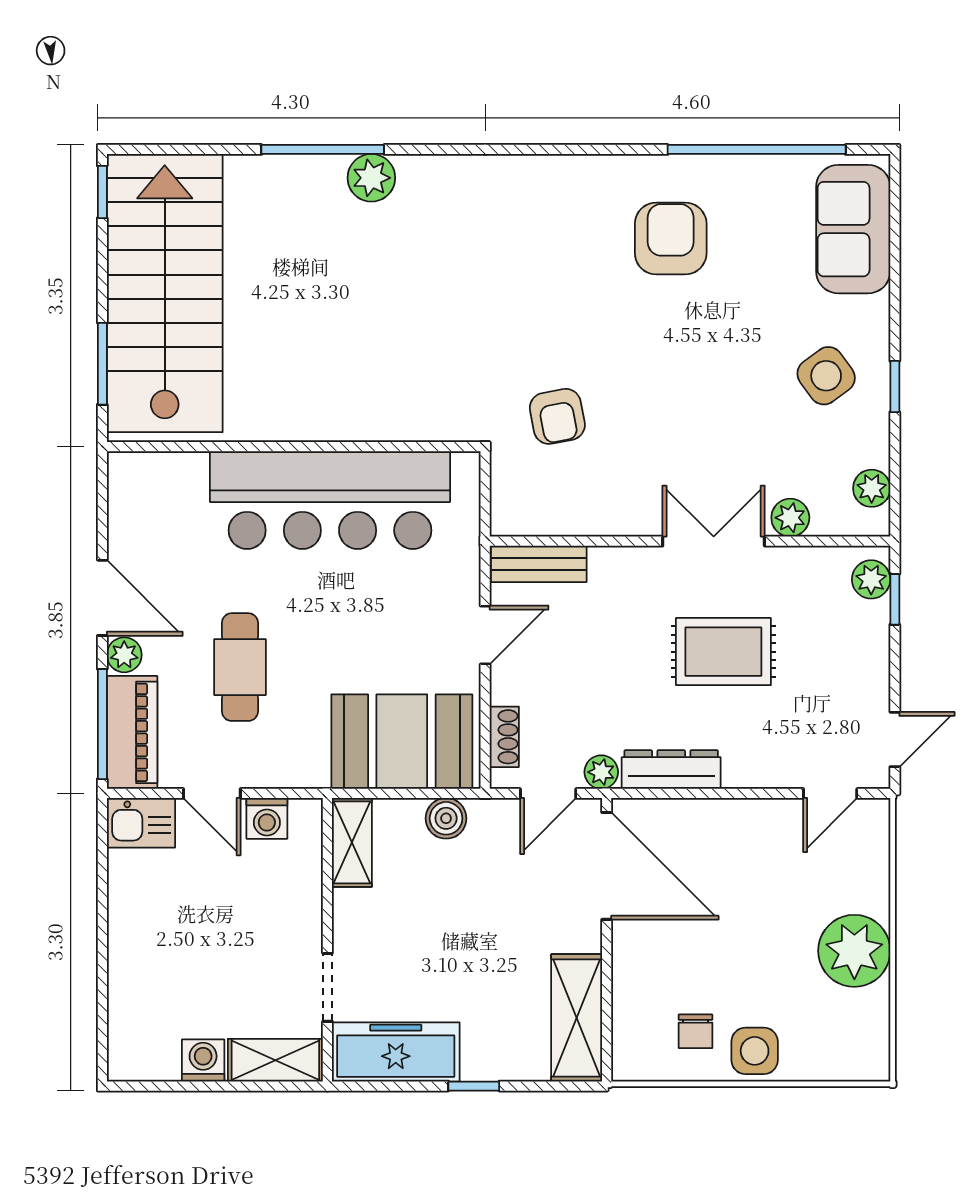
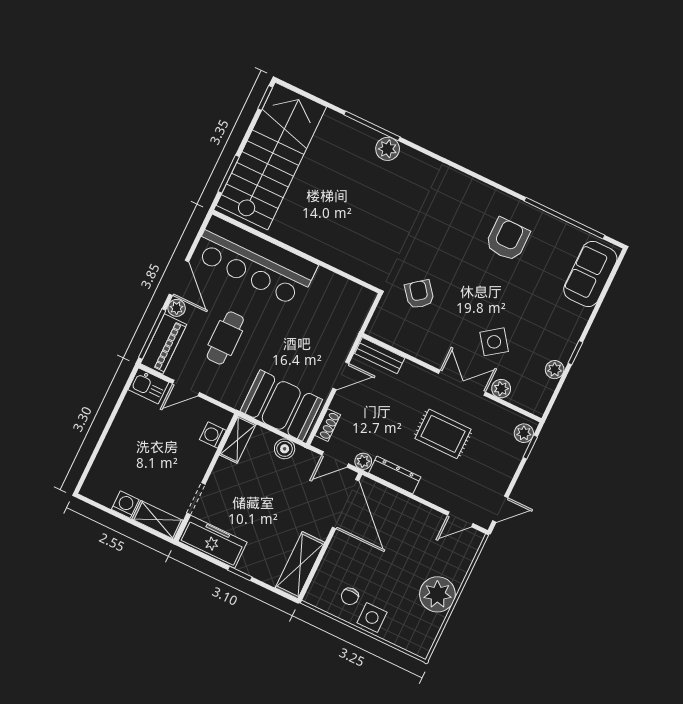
side table: (826, 376) -> (494, 342), moved
armchair: (557, 416) -> (419, 294), turned 153
plant: (872, 488) -> (555, 370), moved
bar counter: (330, 500) -> (255, 261), moved
door: (212, 793) -> (186, 388), hinge flipped
washing machine: (267, 818) -> (213, 435), moved, turned 90

